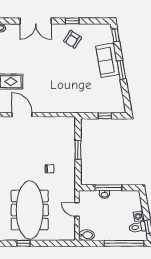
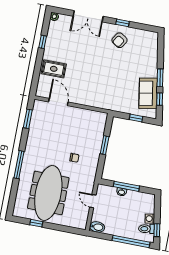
window: (115, 35) -> (160, 99), moved
sofa: (108, 60) -> (148, 93), moved

